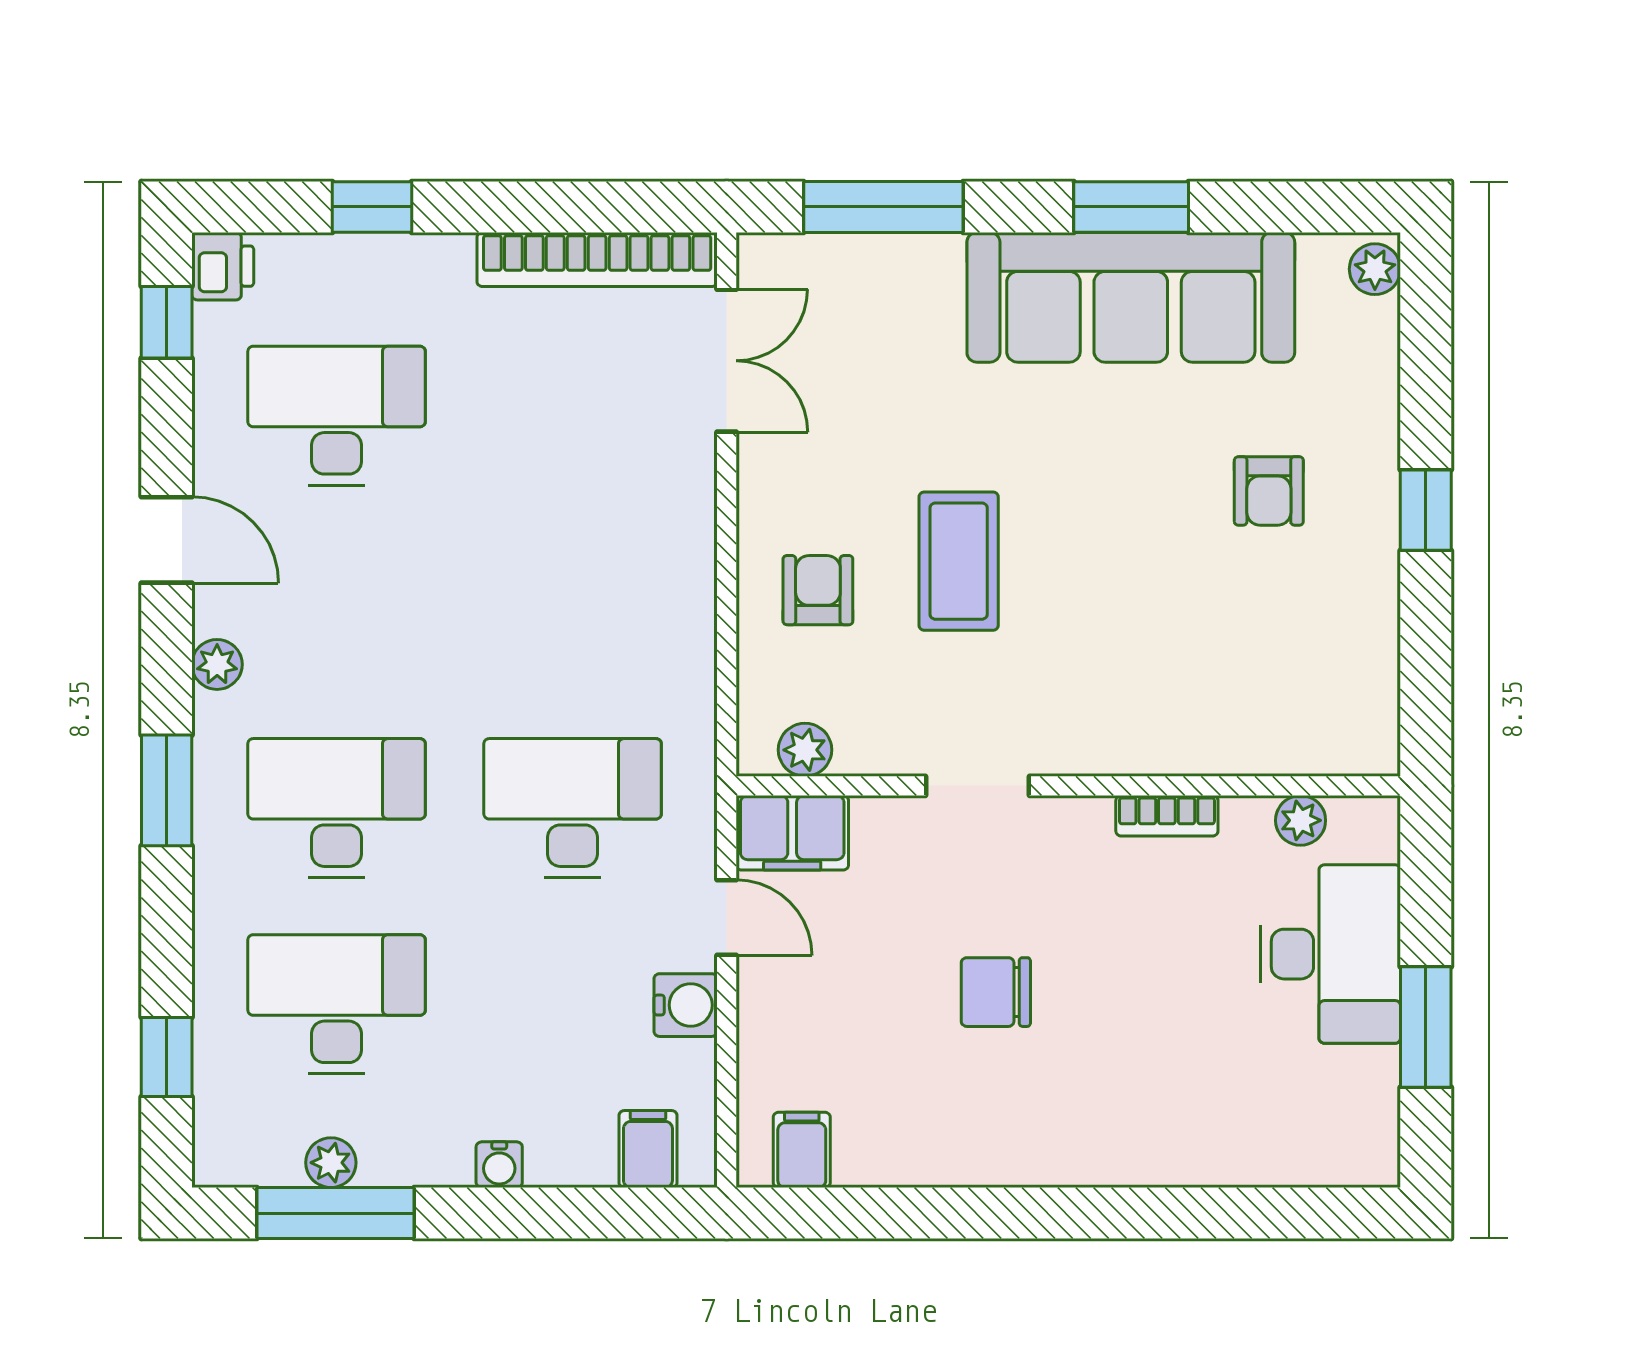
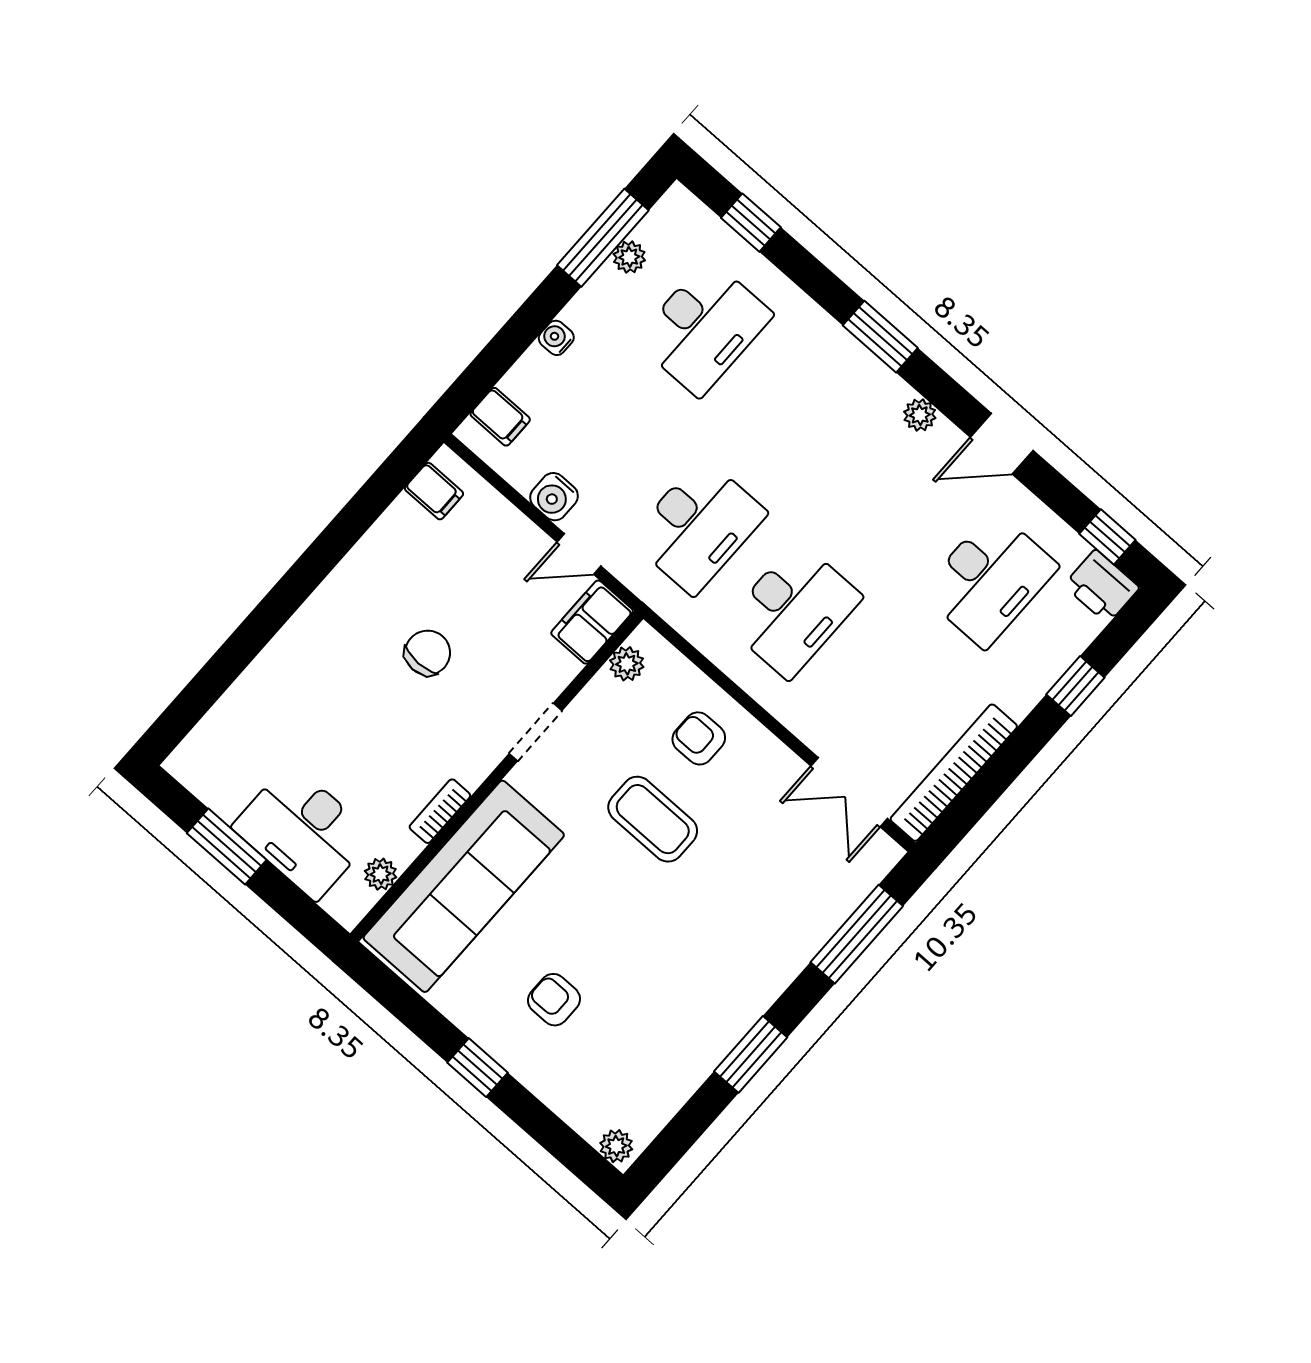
printer: (223, 266) -> (1102, 586), width x1.36, depth x1.24
sofa: (1131, 297) -> (464, 886), moved, turned 180
armchair: (818, 590) -> (699, 738), turned 180
desk: (337, 808) -> (793, 610), moved

